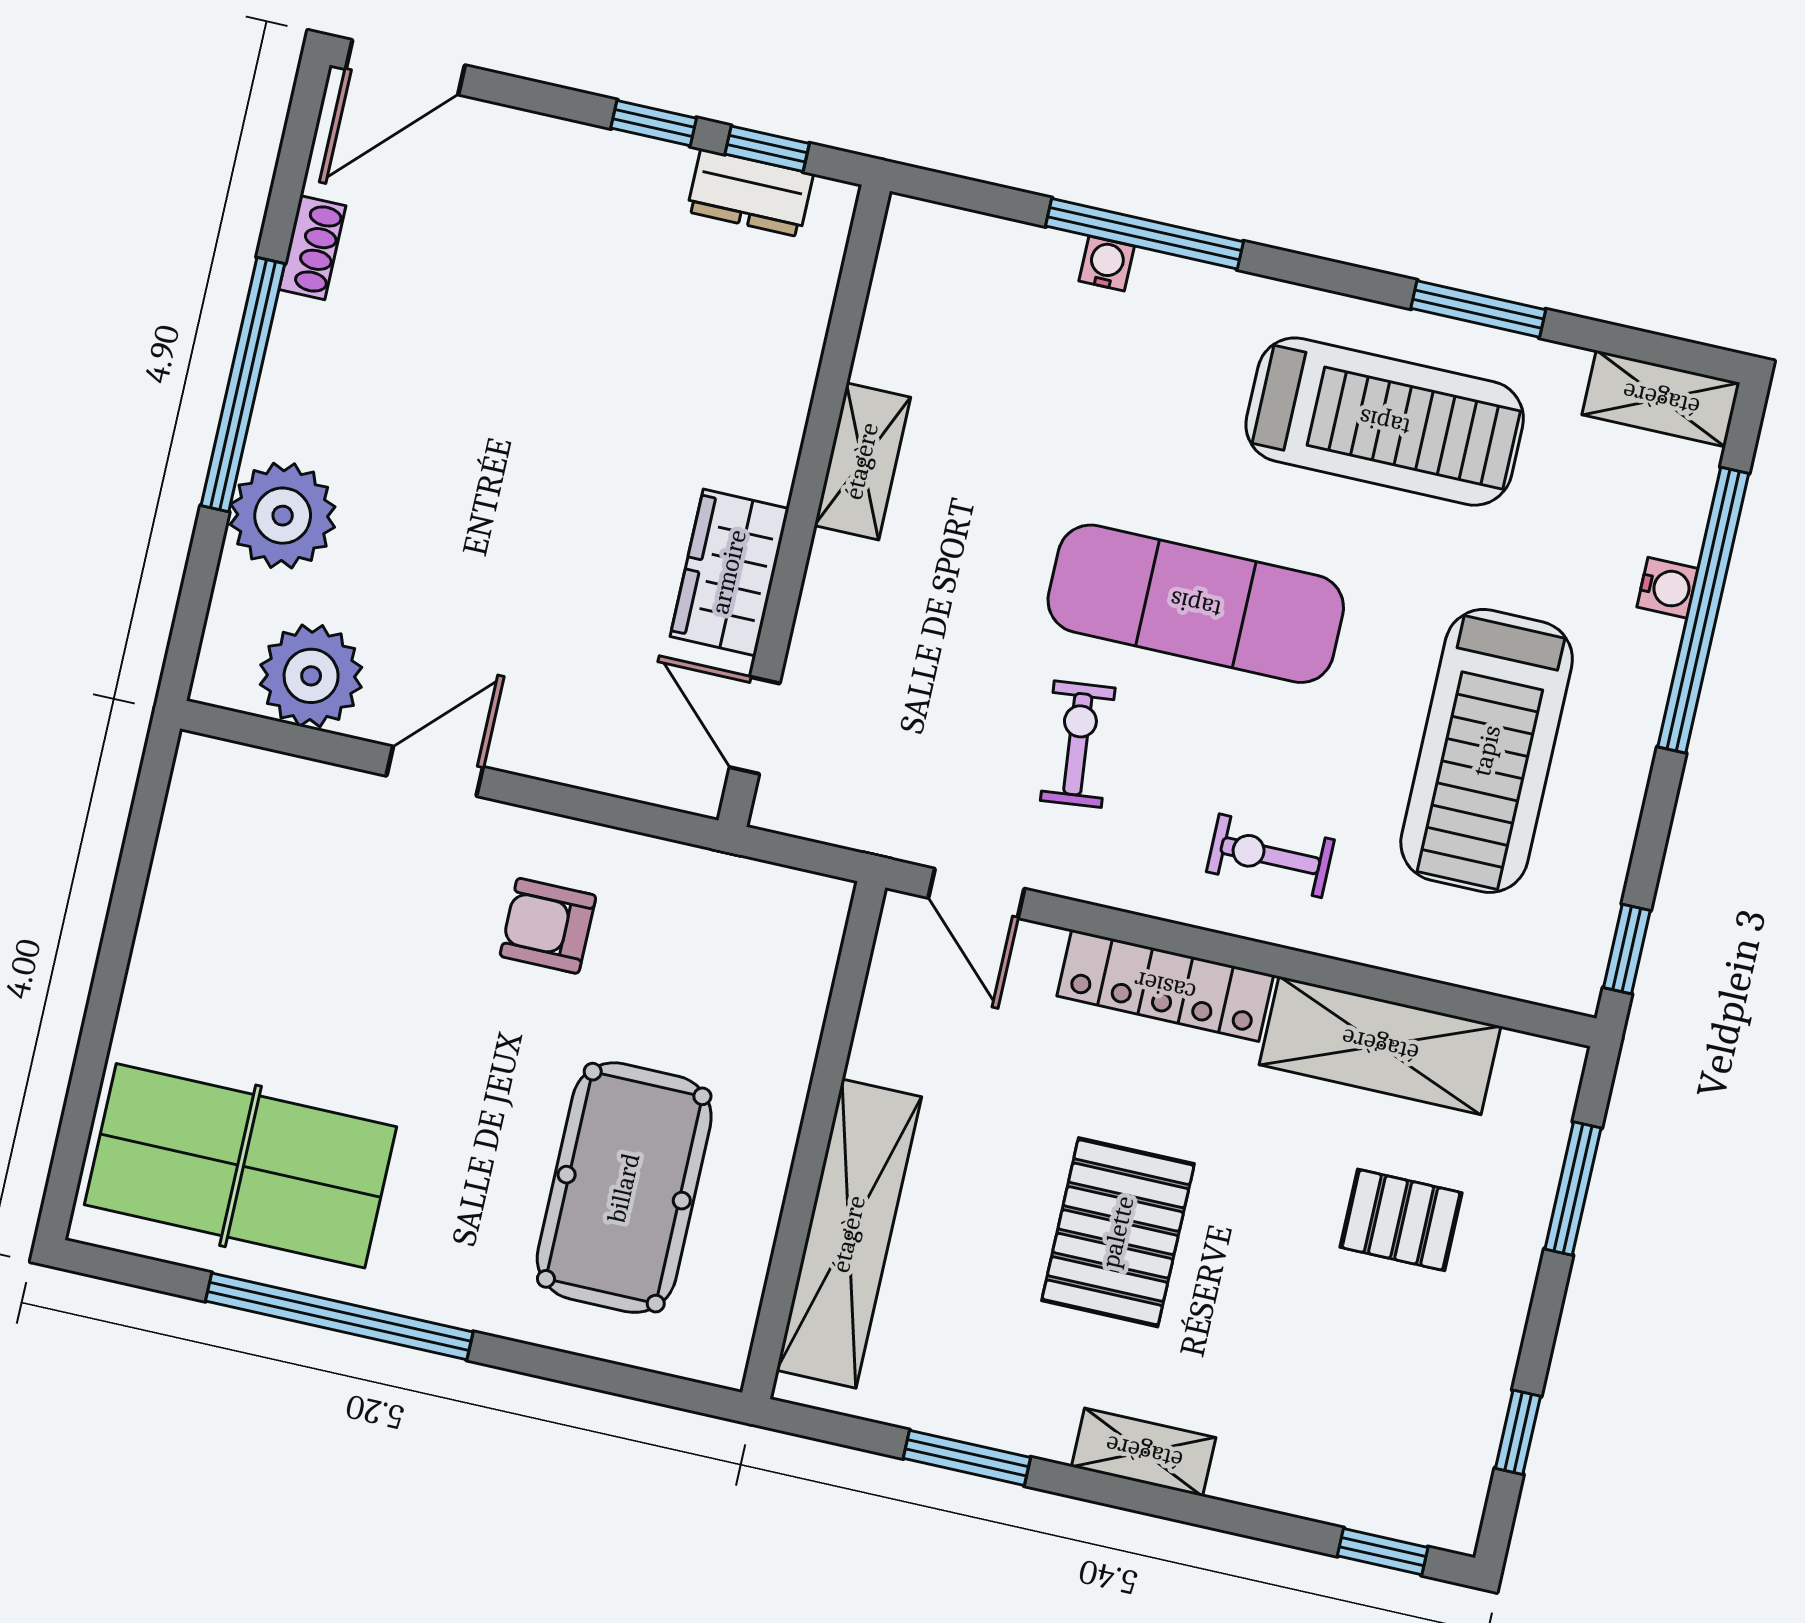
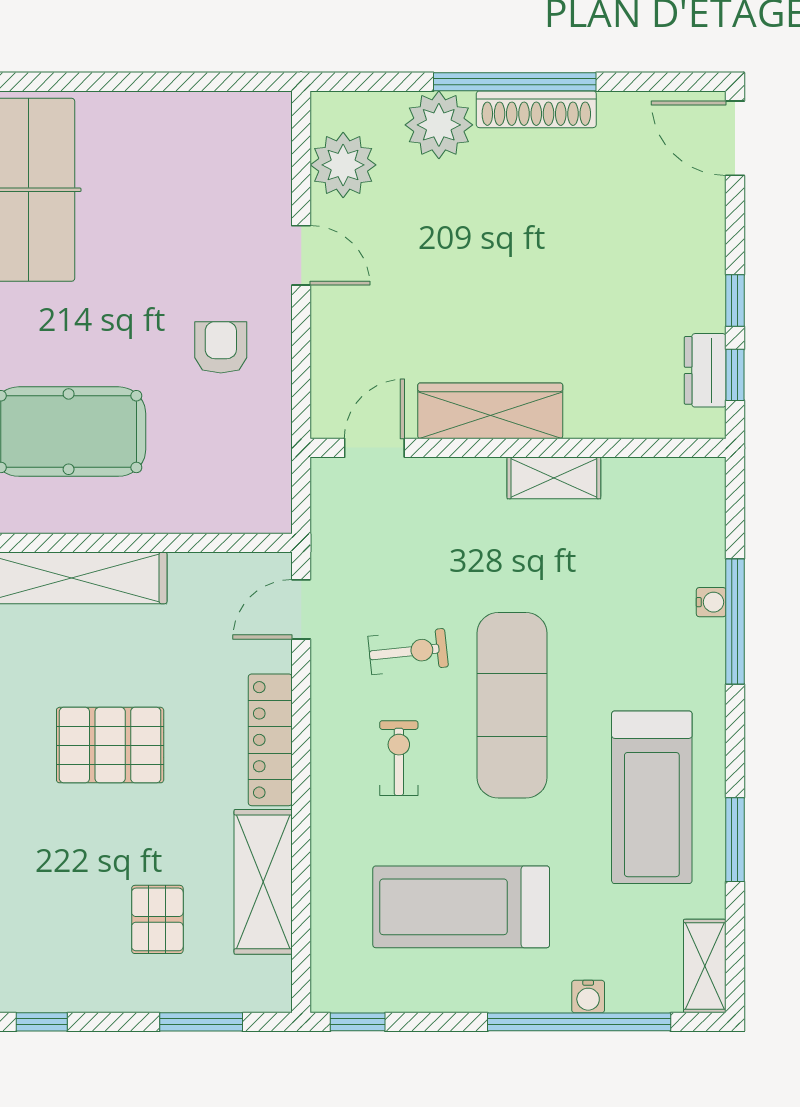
shoe rack: (312, 248) -> (536, 109), moved, width x1.94, depth x1.24
wardrobe: (729, 572) -> (490, 411), width x1.50
exercise bike: (1270, 856) -> (399, 758), moved

